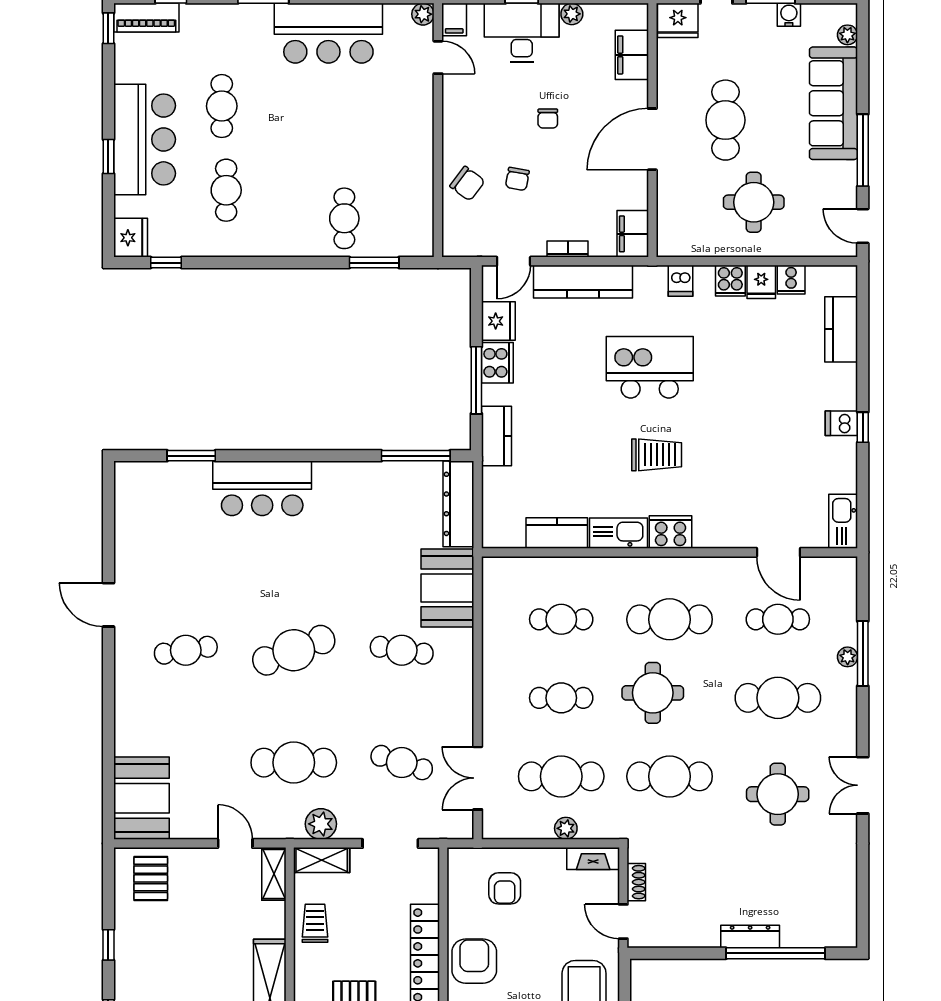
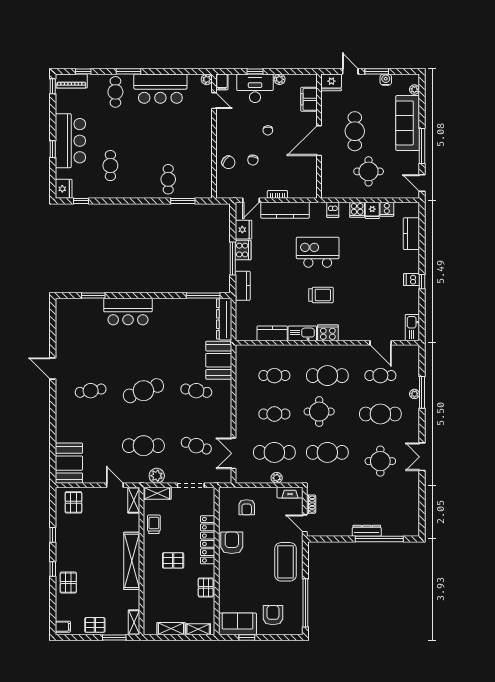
cafe table: (222, 106) -> (115, 92), moved
filing cabinet: (633, 234) -> (309, 187), removed

